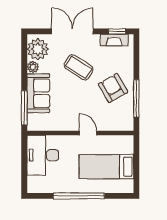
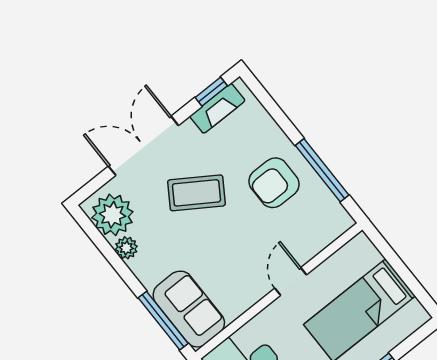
armchair: (113, 88) -> (274, 183), turned -60
sofa: (38, 93) -> (189, 309), moved
door: (88, 133) -> (291, 281), hinge flipped

